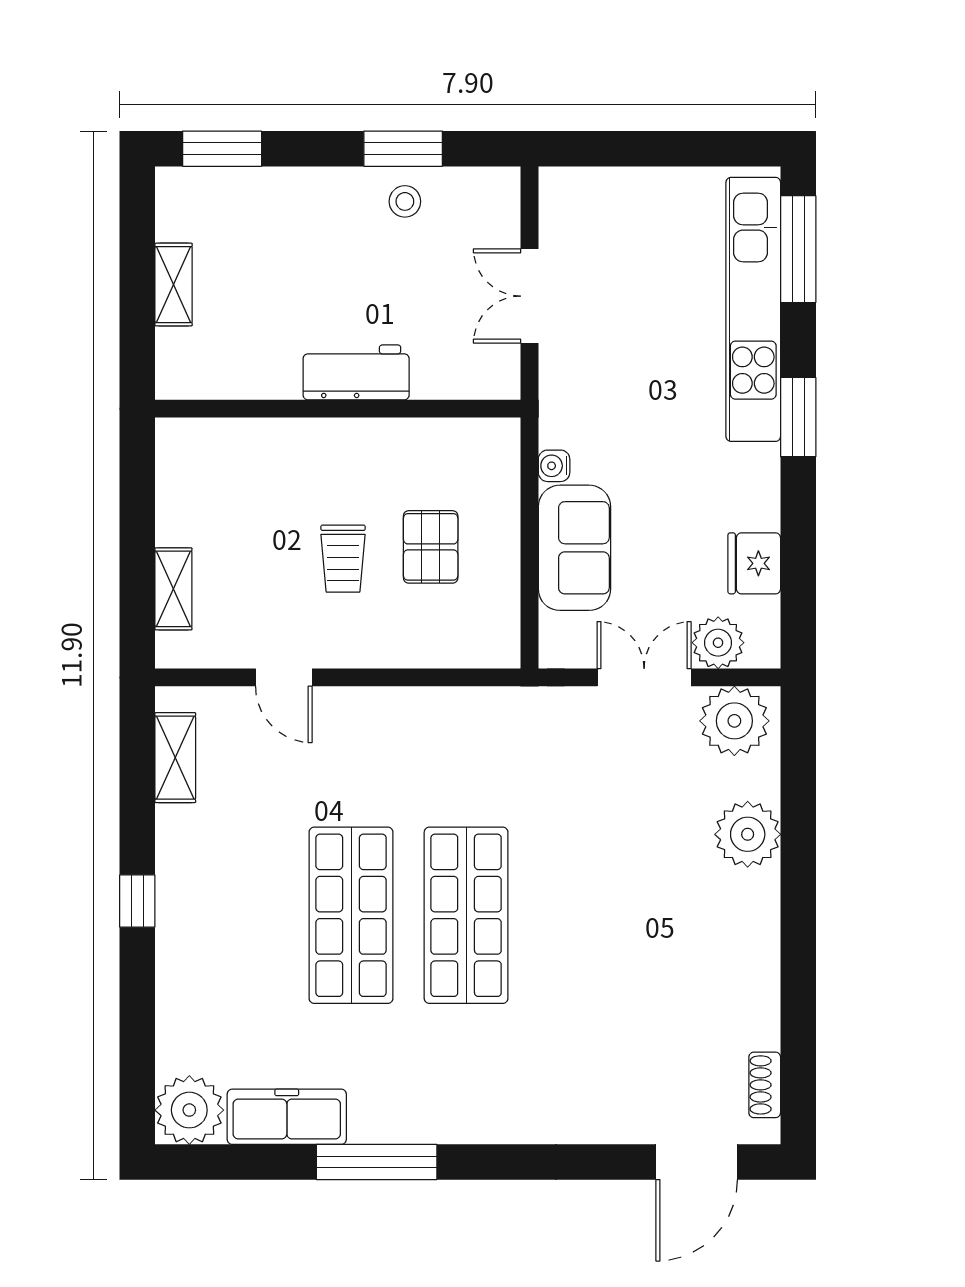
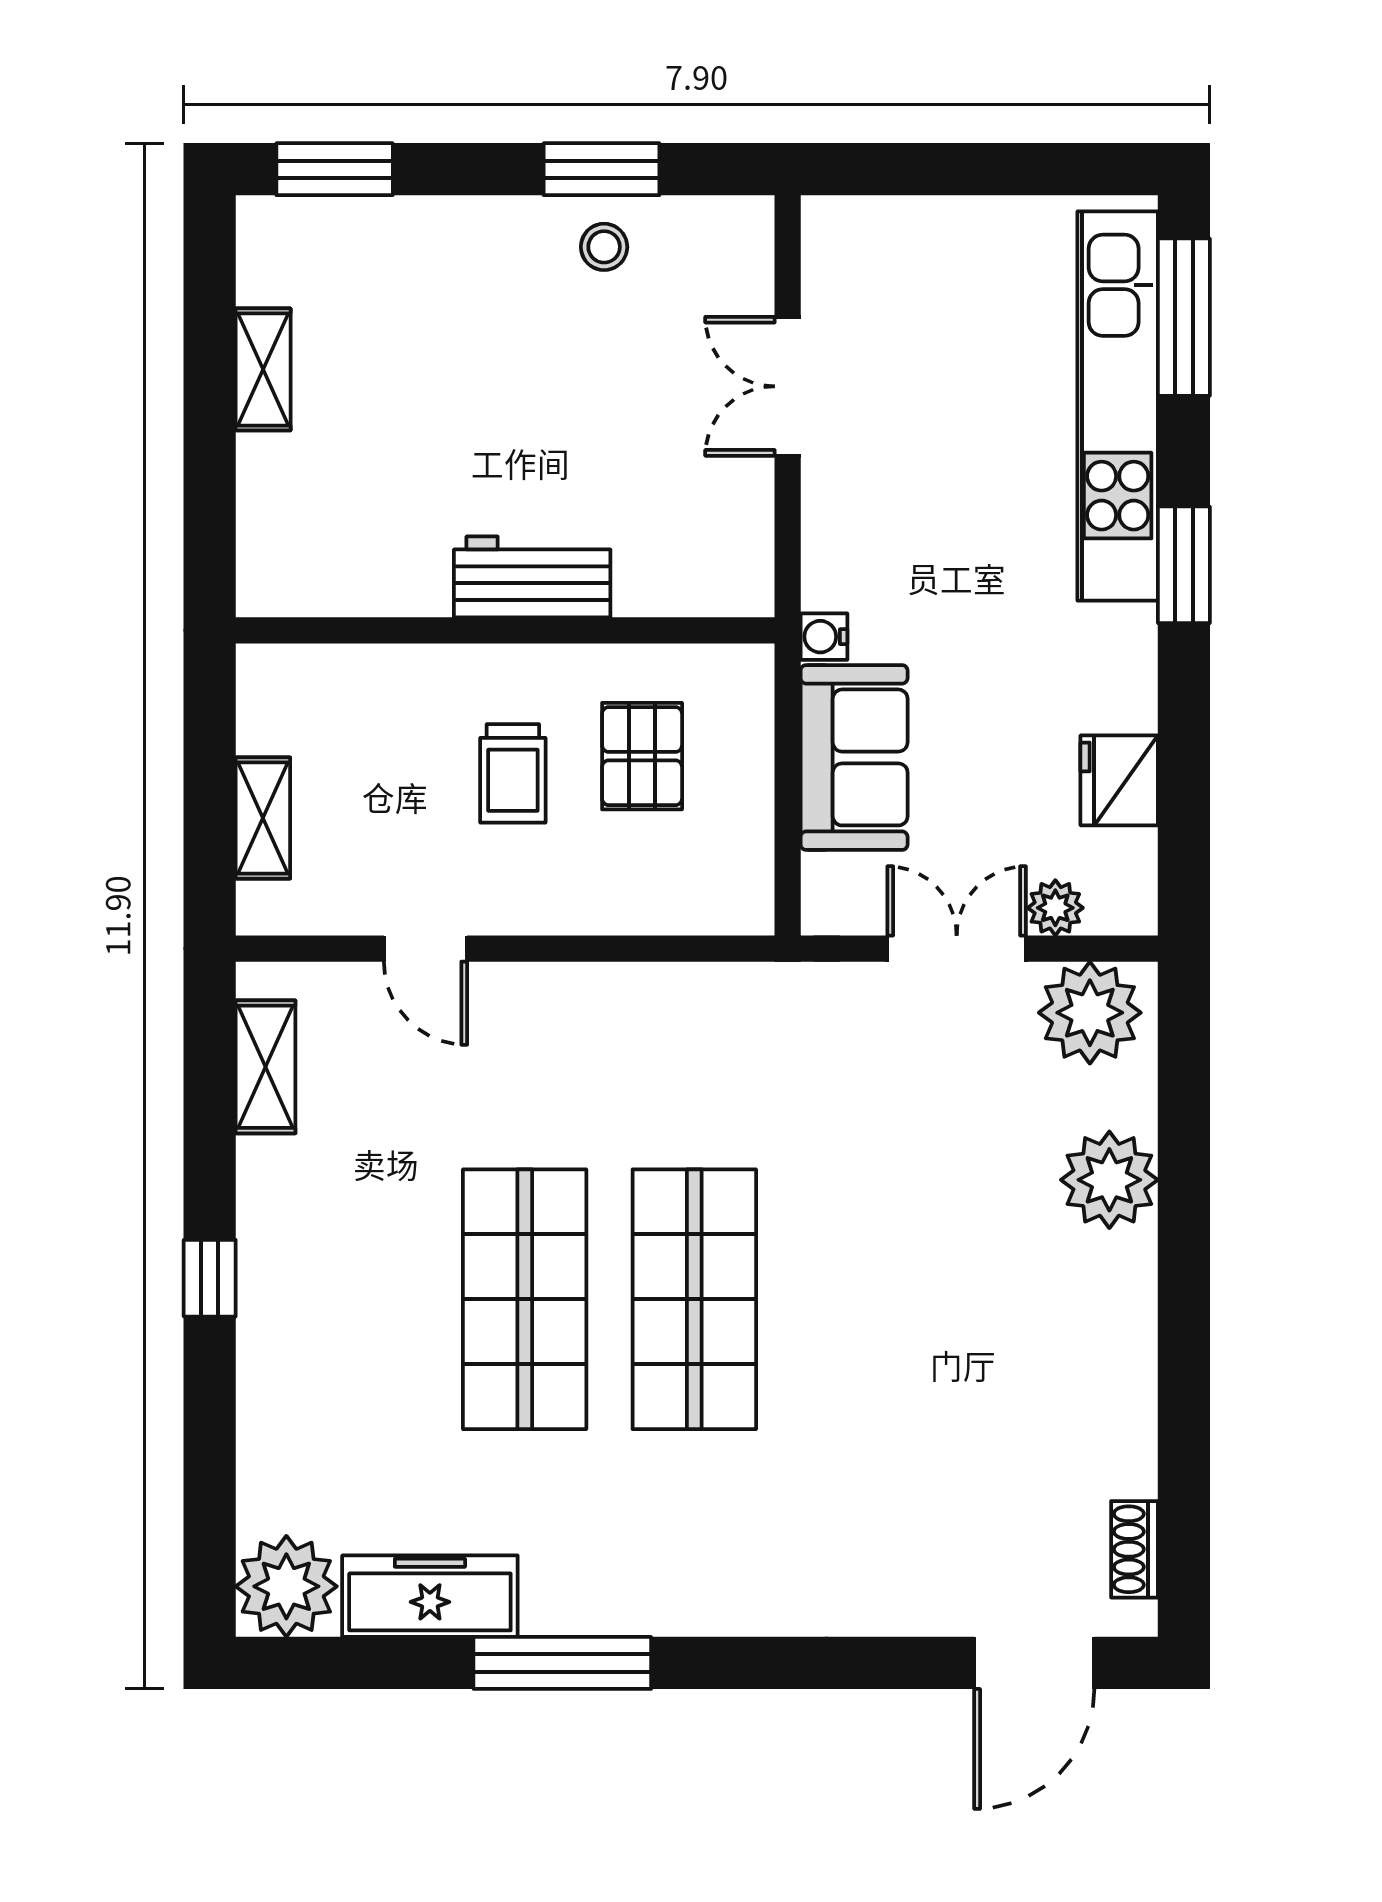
workbench: (356, 372) -> (532, 577), moved
wall: (338, 409) -> (505, 630), moved
plant: (718, 643) -> (1055, 908), width x0.73, depth x0.73

